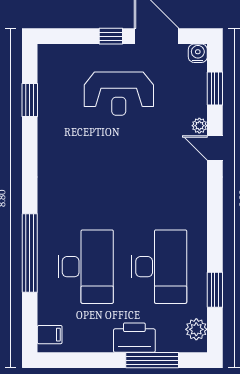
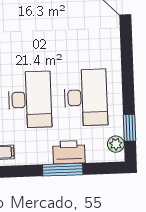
window: (215, 290) -> (129, 128), moved
window: (152, 360) -> (63, 170), moved

